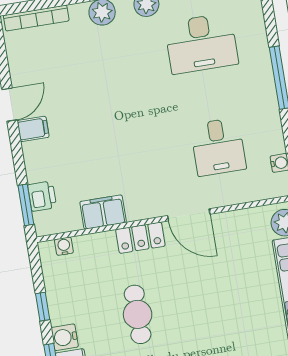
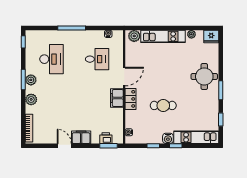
filing cabinet: (33, 129) -> (81, 137), width x2.00
filing cabinet: (103, 212) -> (117, 98), moved

